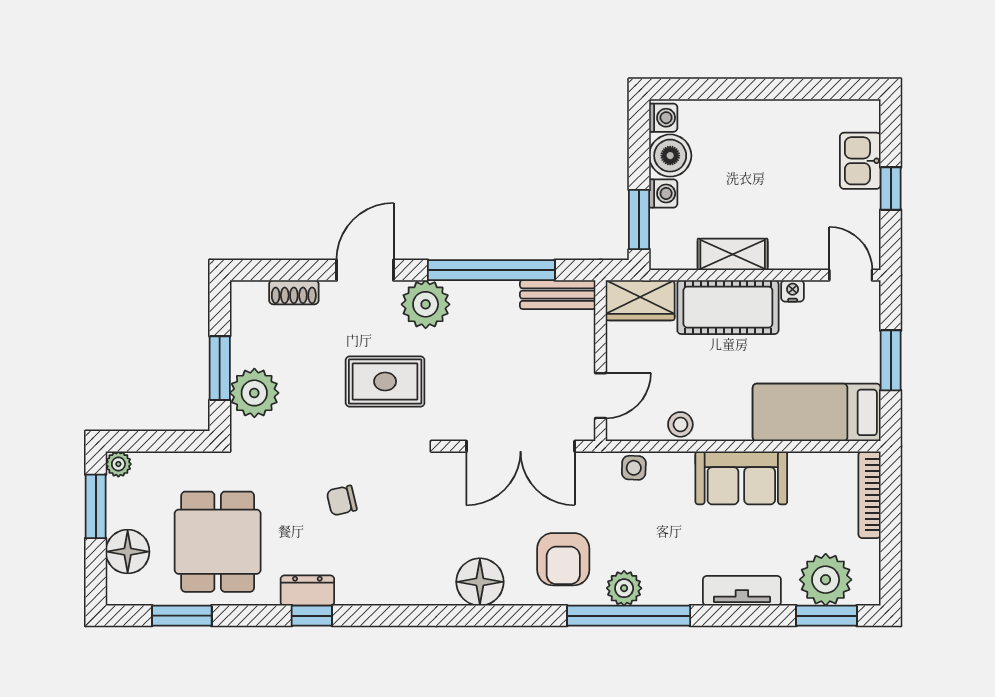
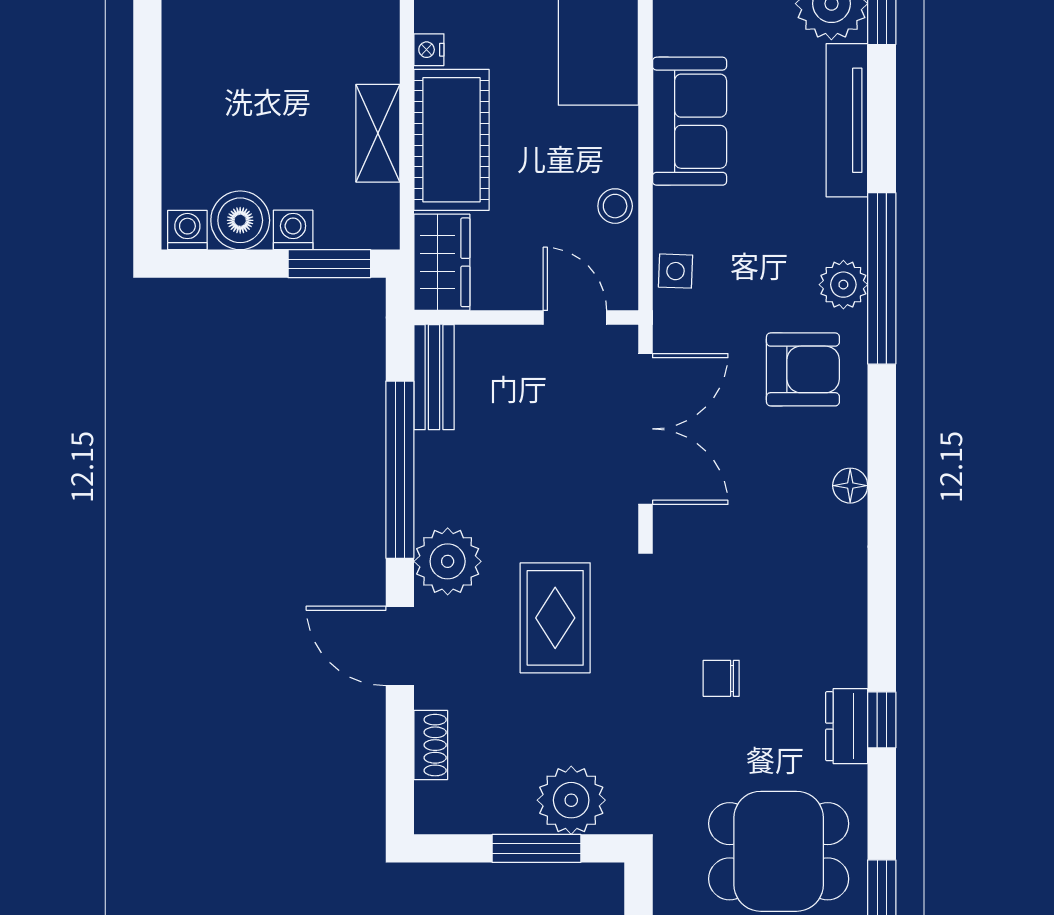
chair: (342, 501) -> (721, 678), turned 103
floor lamp: (480, 582) -> (850, 486), width x0.53, depth x0.53
tv unit: (742, 591) -> (847, 120), width x1.41

